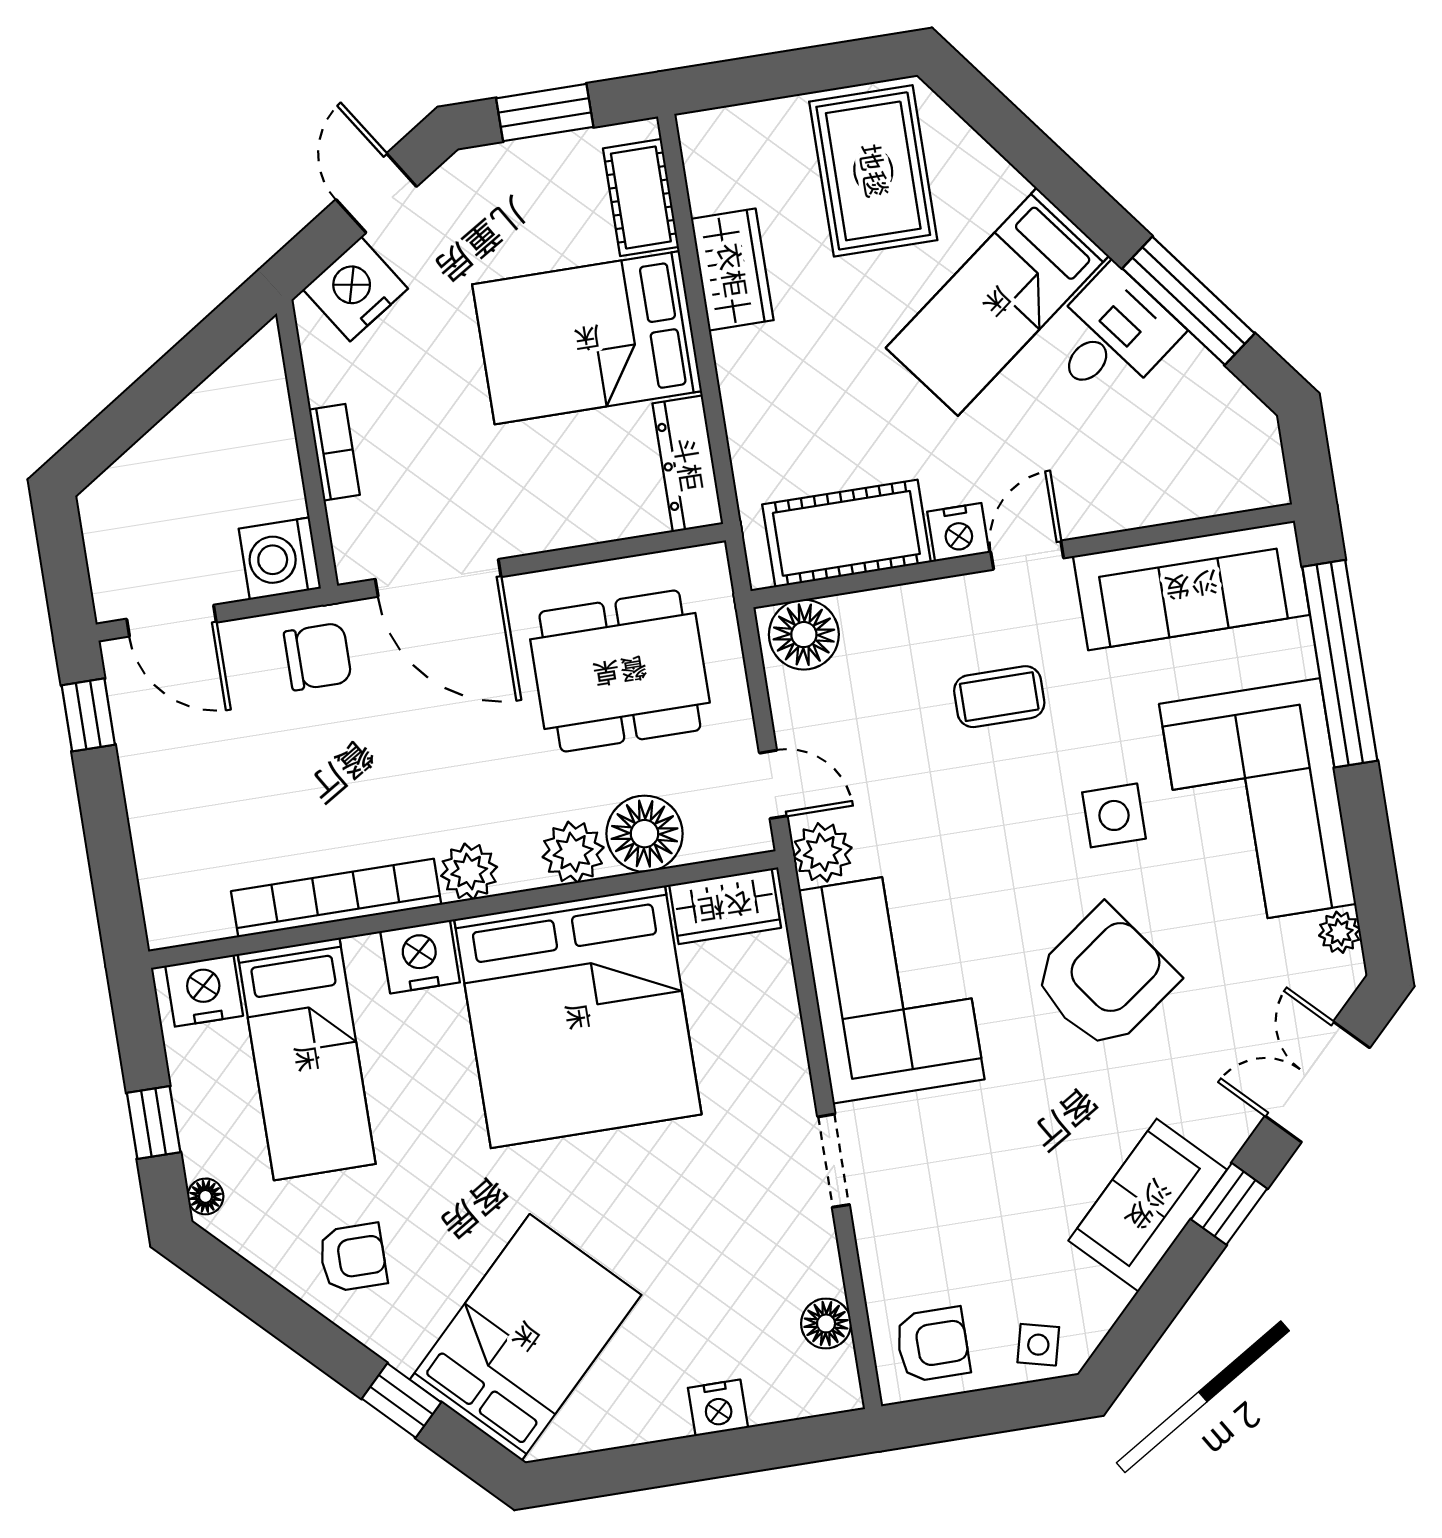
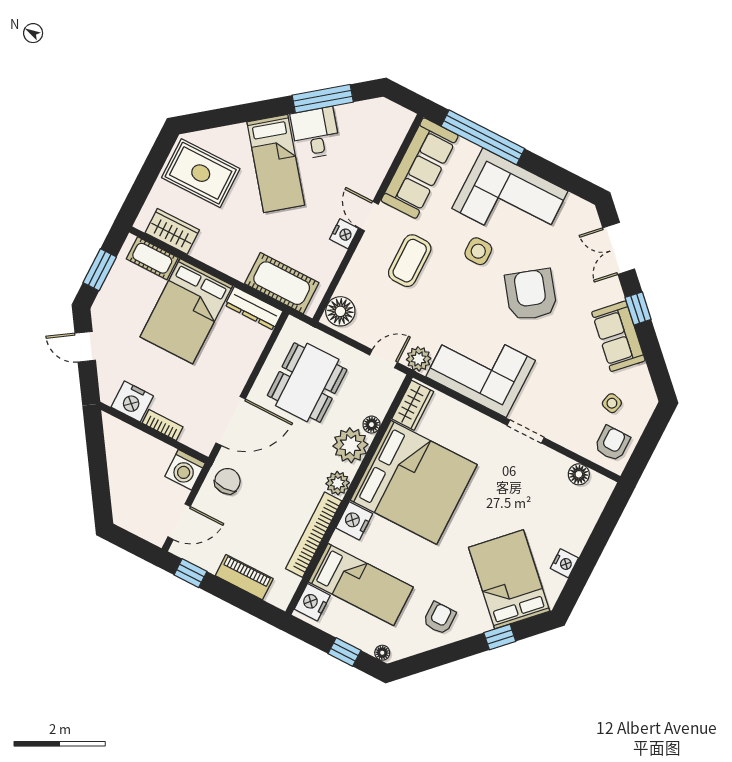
wardrobe: (732, 270) -> (172, 231), moved
nightstand: (355, 289) -> (132, 402), moved, turned -57
cot: (846, 533) -> (282, 283), moved, turned 90
coffee table: (999, 697) -> (410, 261), width x1.36, depth x1.30
piano: (156, 824) -> (244, 577), added
floor lamp: (645, 834) -> (371, 425), width x0.53, depth x0.53
plant: (573, 852) -> (350, 445), width x1.36, depth x1.36
plant: (1340, 932) -> (574, 204), removed
side table: (1038, 1345) -> (612, 403), moved
nightstand: (718, 1408) -> (564, 563), moved

